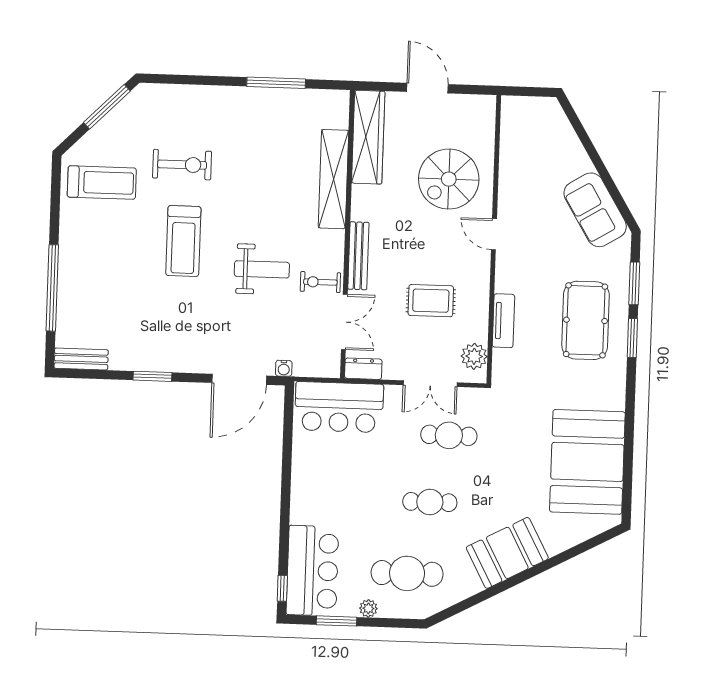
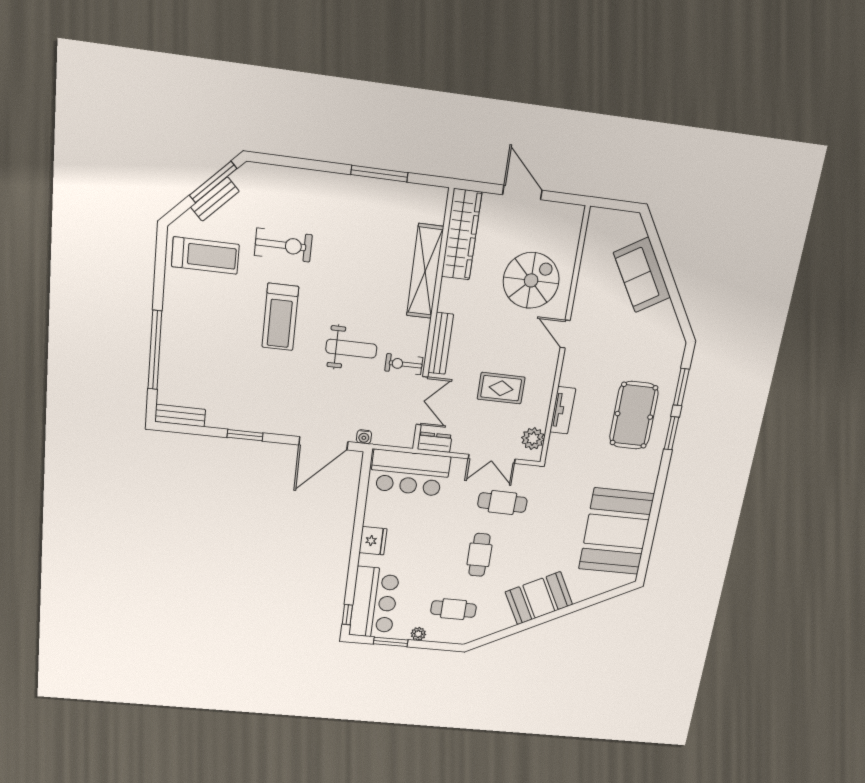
bench: (109, 124) -> (215, 199), added
spiral stairs: (449, 179) -> (531, 280), turned 180
sofa: (595, 210) -> (642, 275), moved
fridge: (304, 493) -> (373, 541), added
cafe table: (430, 502) -> (479, 555), turned 90
cafe table: (407, 573) -> (454, 609), width x0.73, depth x0.74

